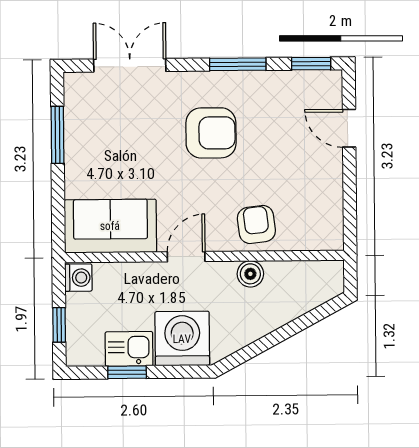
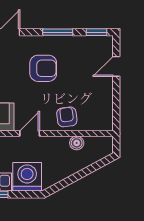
door: (349, 128) -> (116, 66), hinge flipped
boiler: (250, 274) -> (77, 143), moved

